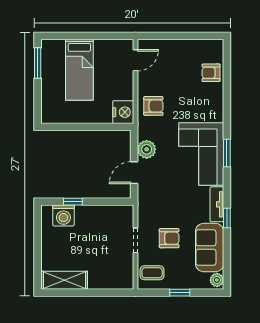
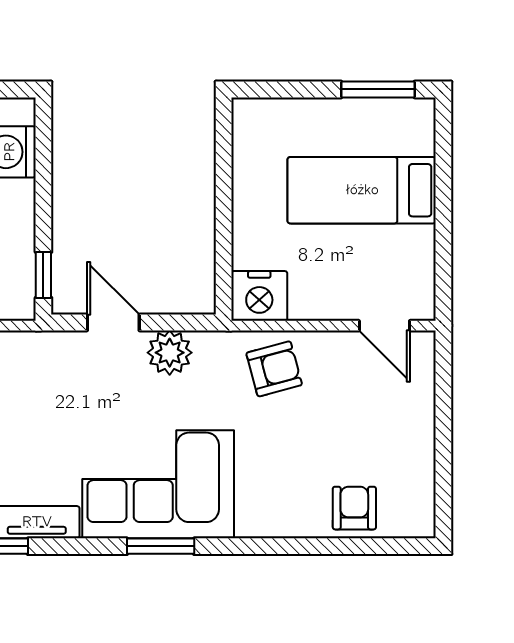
armchair: (153, 106) -> (274, 369), turned -105
window: (73, 202) -> (43, 275), moved

